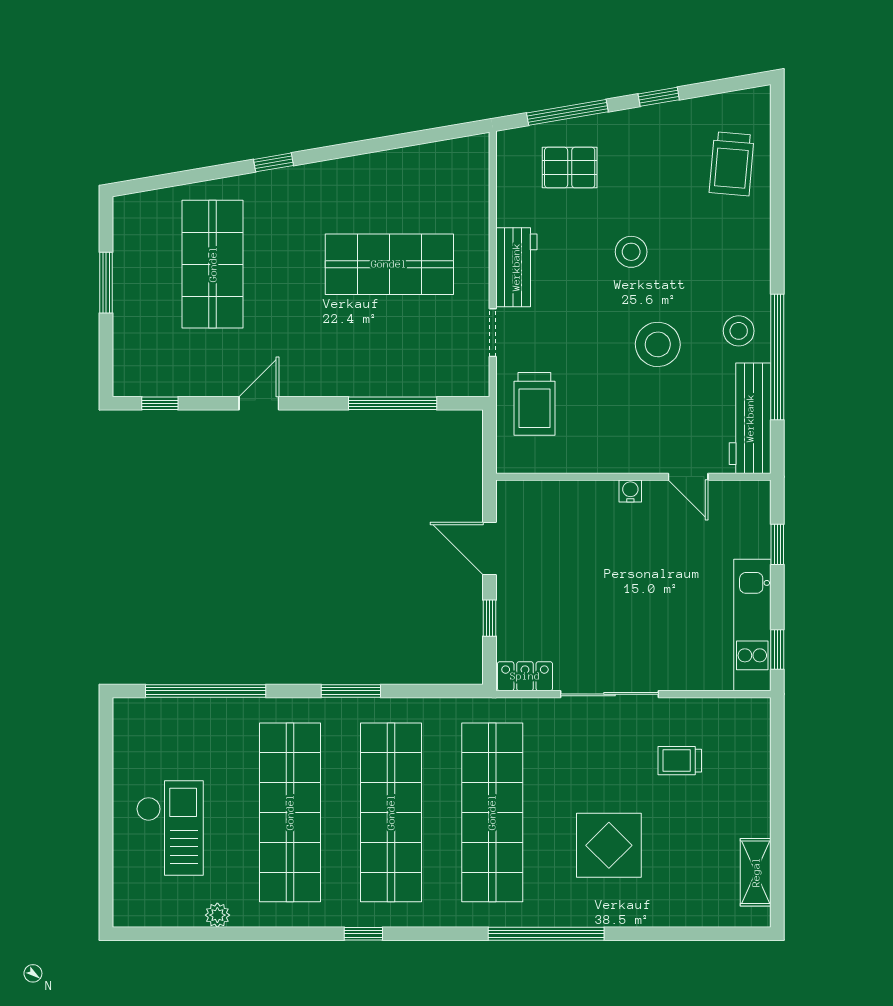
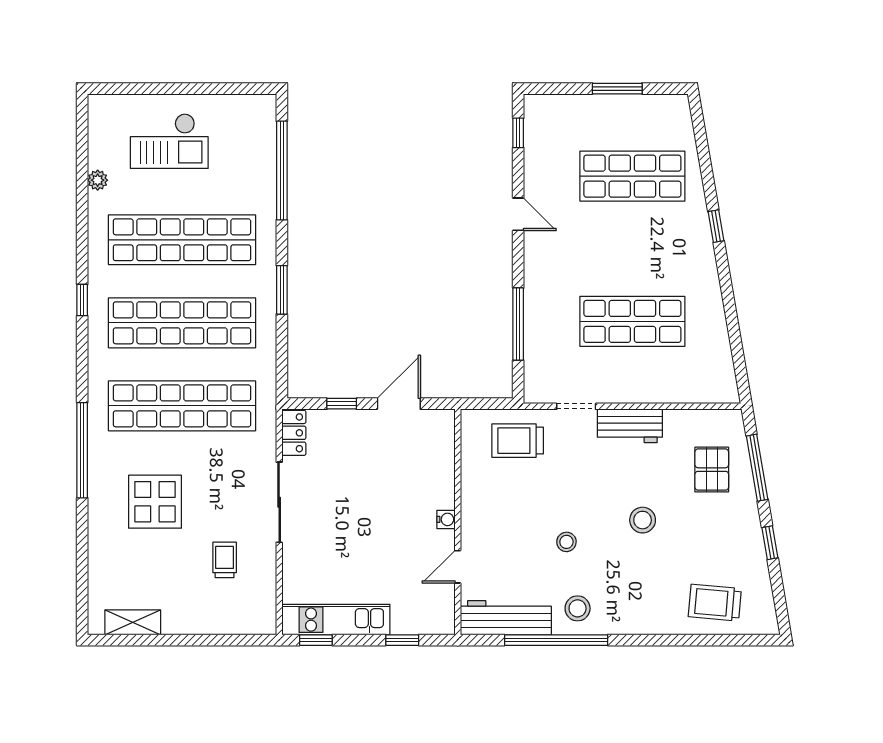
shop shelf: (389, 264) -> (632, 321), turned 90
stool: (658, 344) -> (566, 542), width x0.53, depth x0.53

